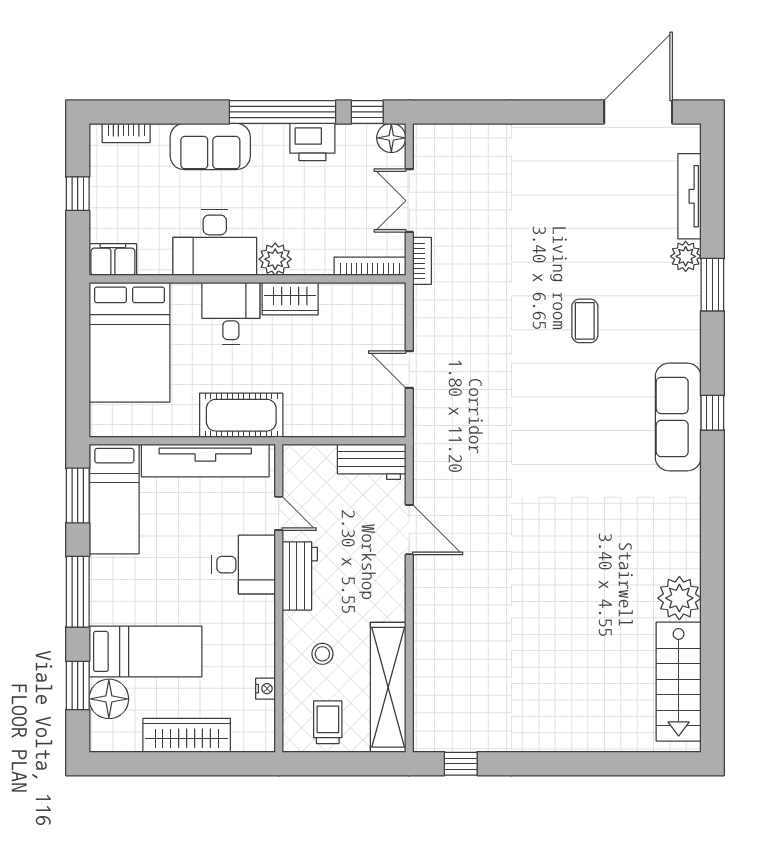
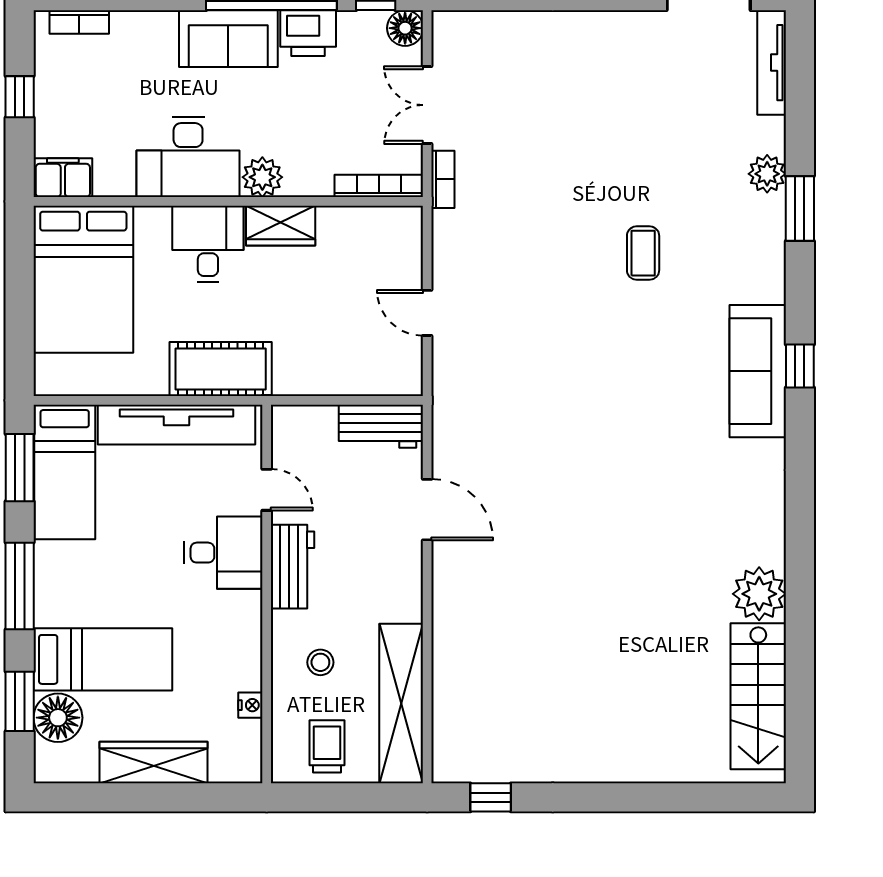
sofa: (210, 147) -> (228, 39), moved
tv unit: (689, 196) -> (772, 63), moved

